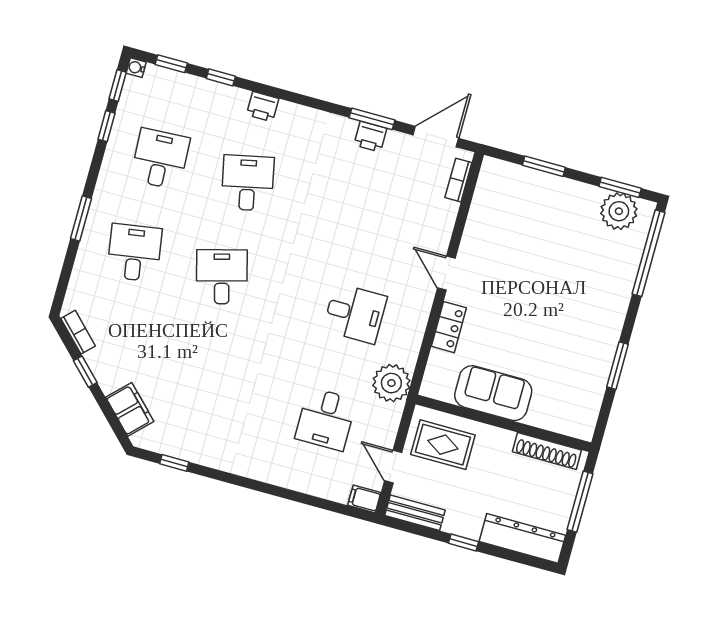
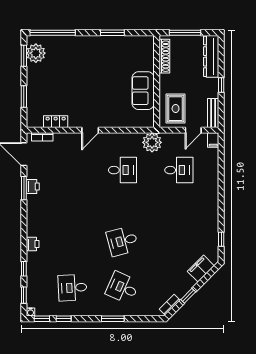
desk: (248, 183) -> (72, 241), removed
desk: (134, 253) -> (122, 288), turned 33
desk: (355, 313) -> (122, 170), turned 90
locker: (449, 327) -> (56, 122), moved

